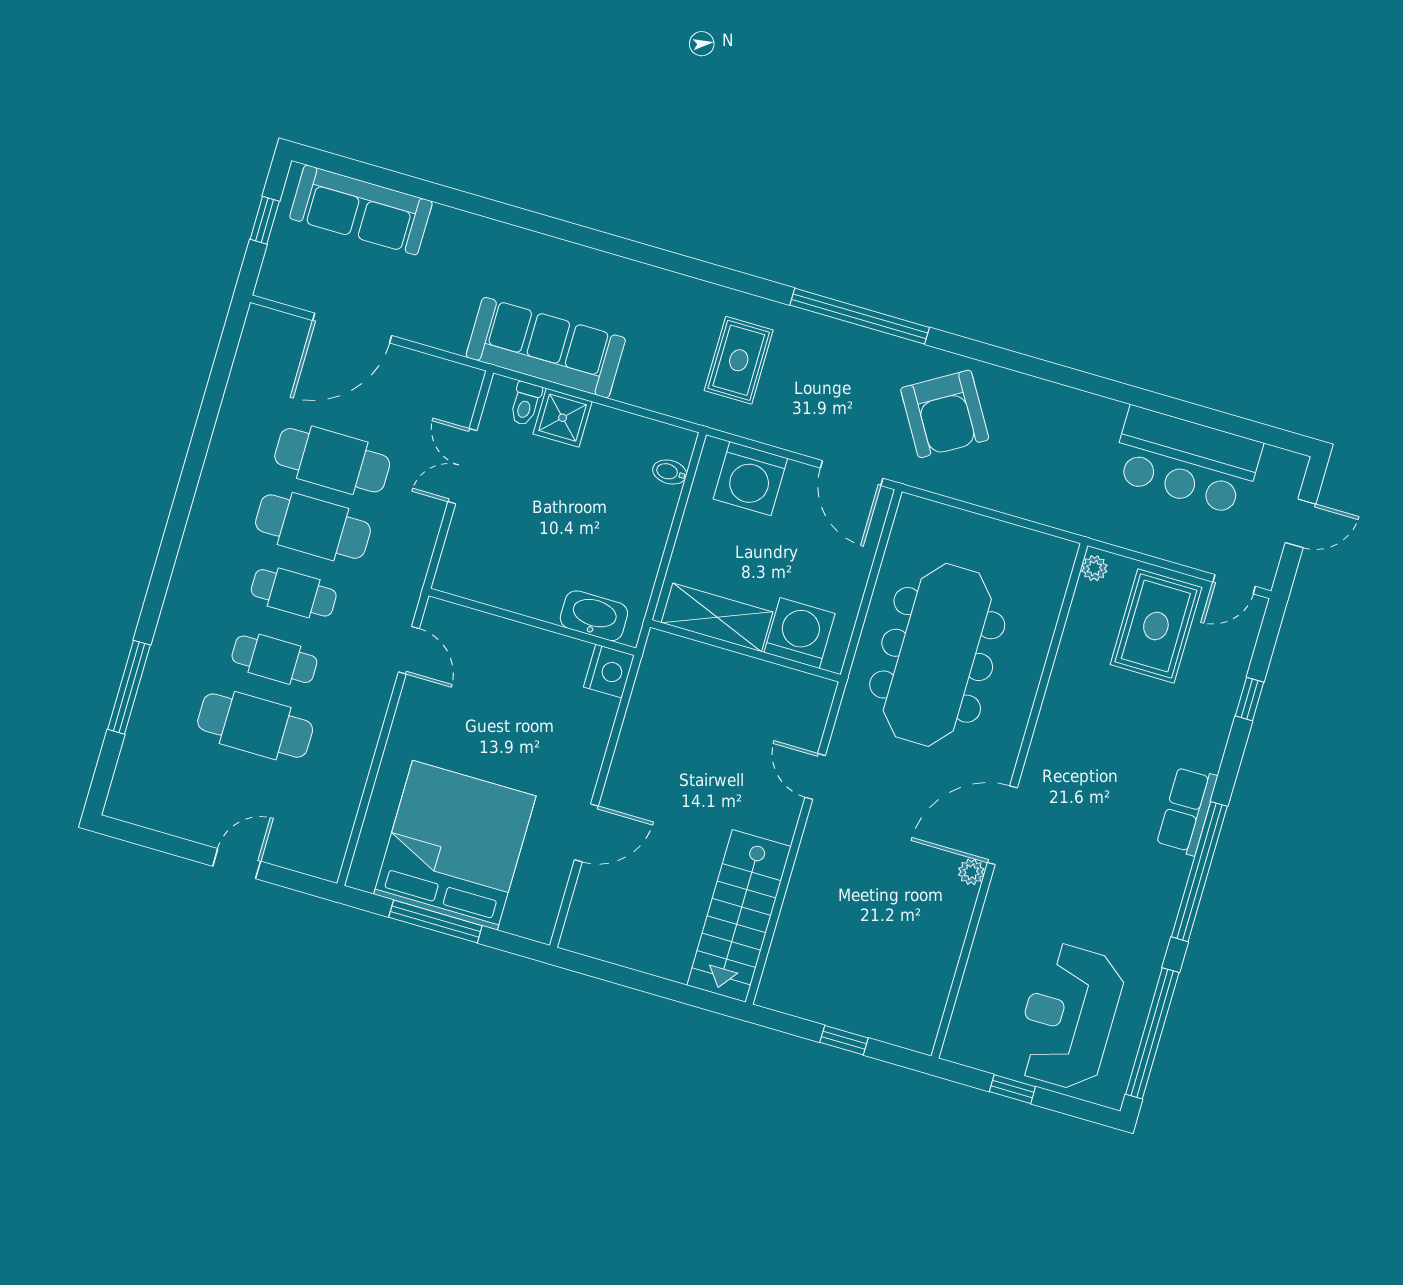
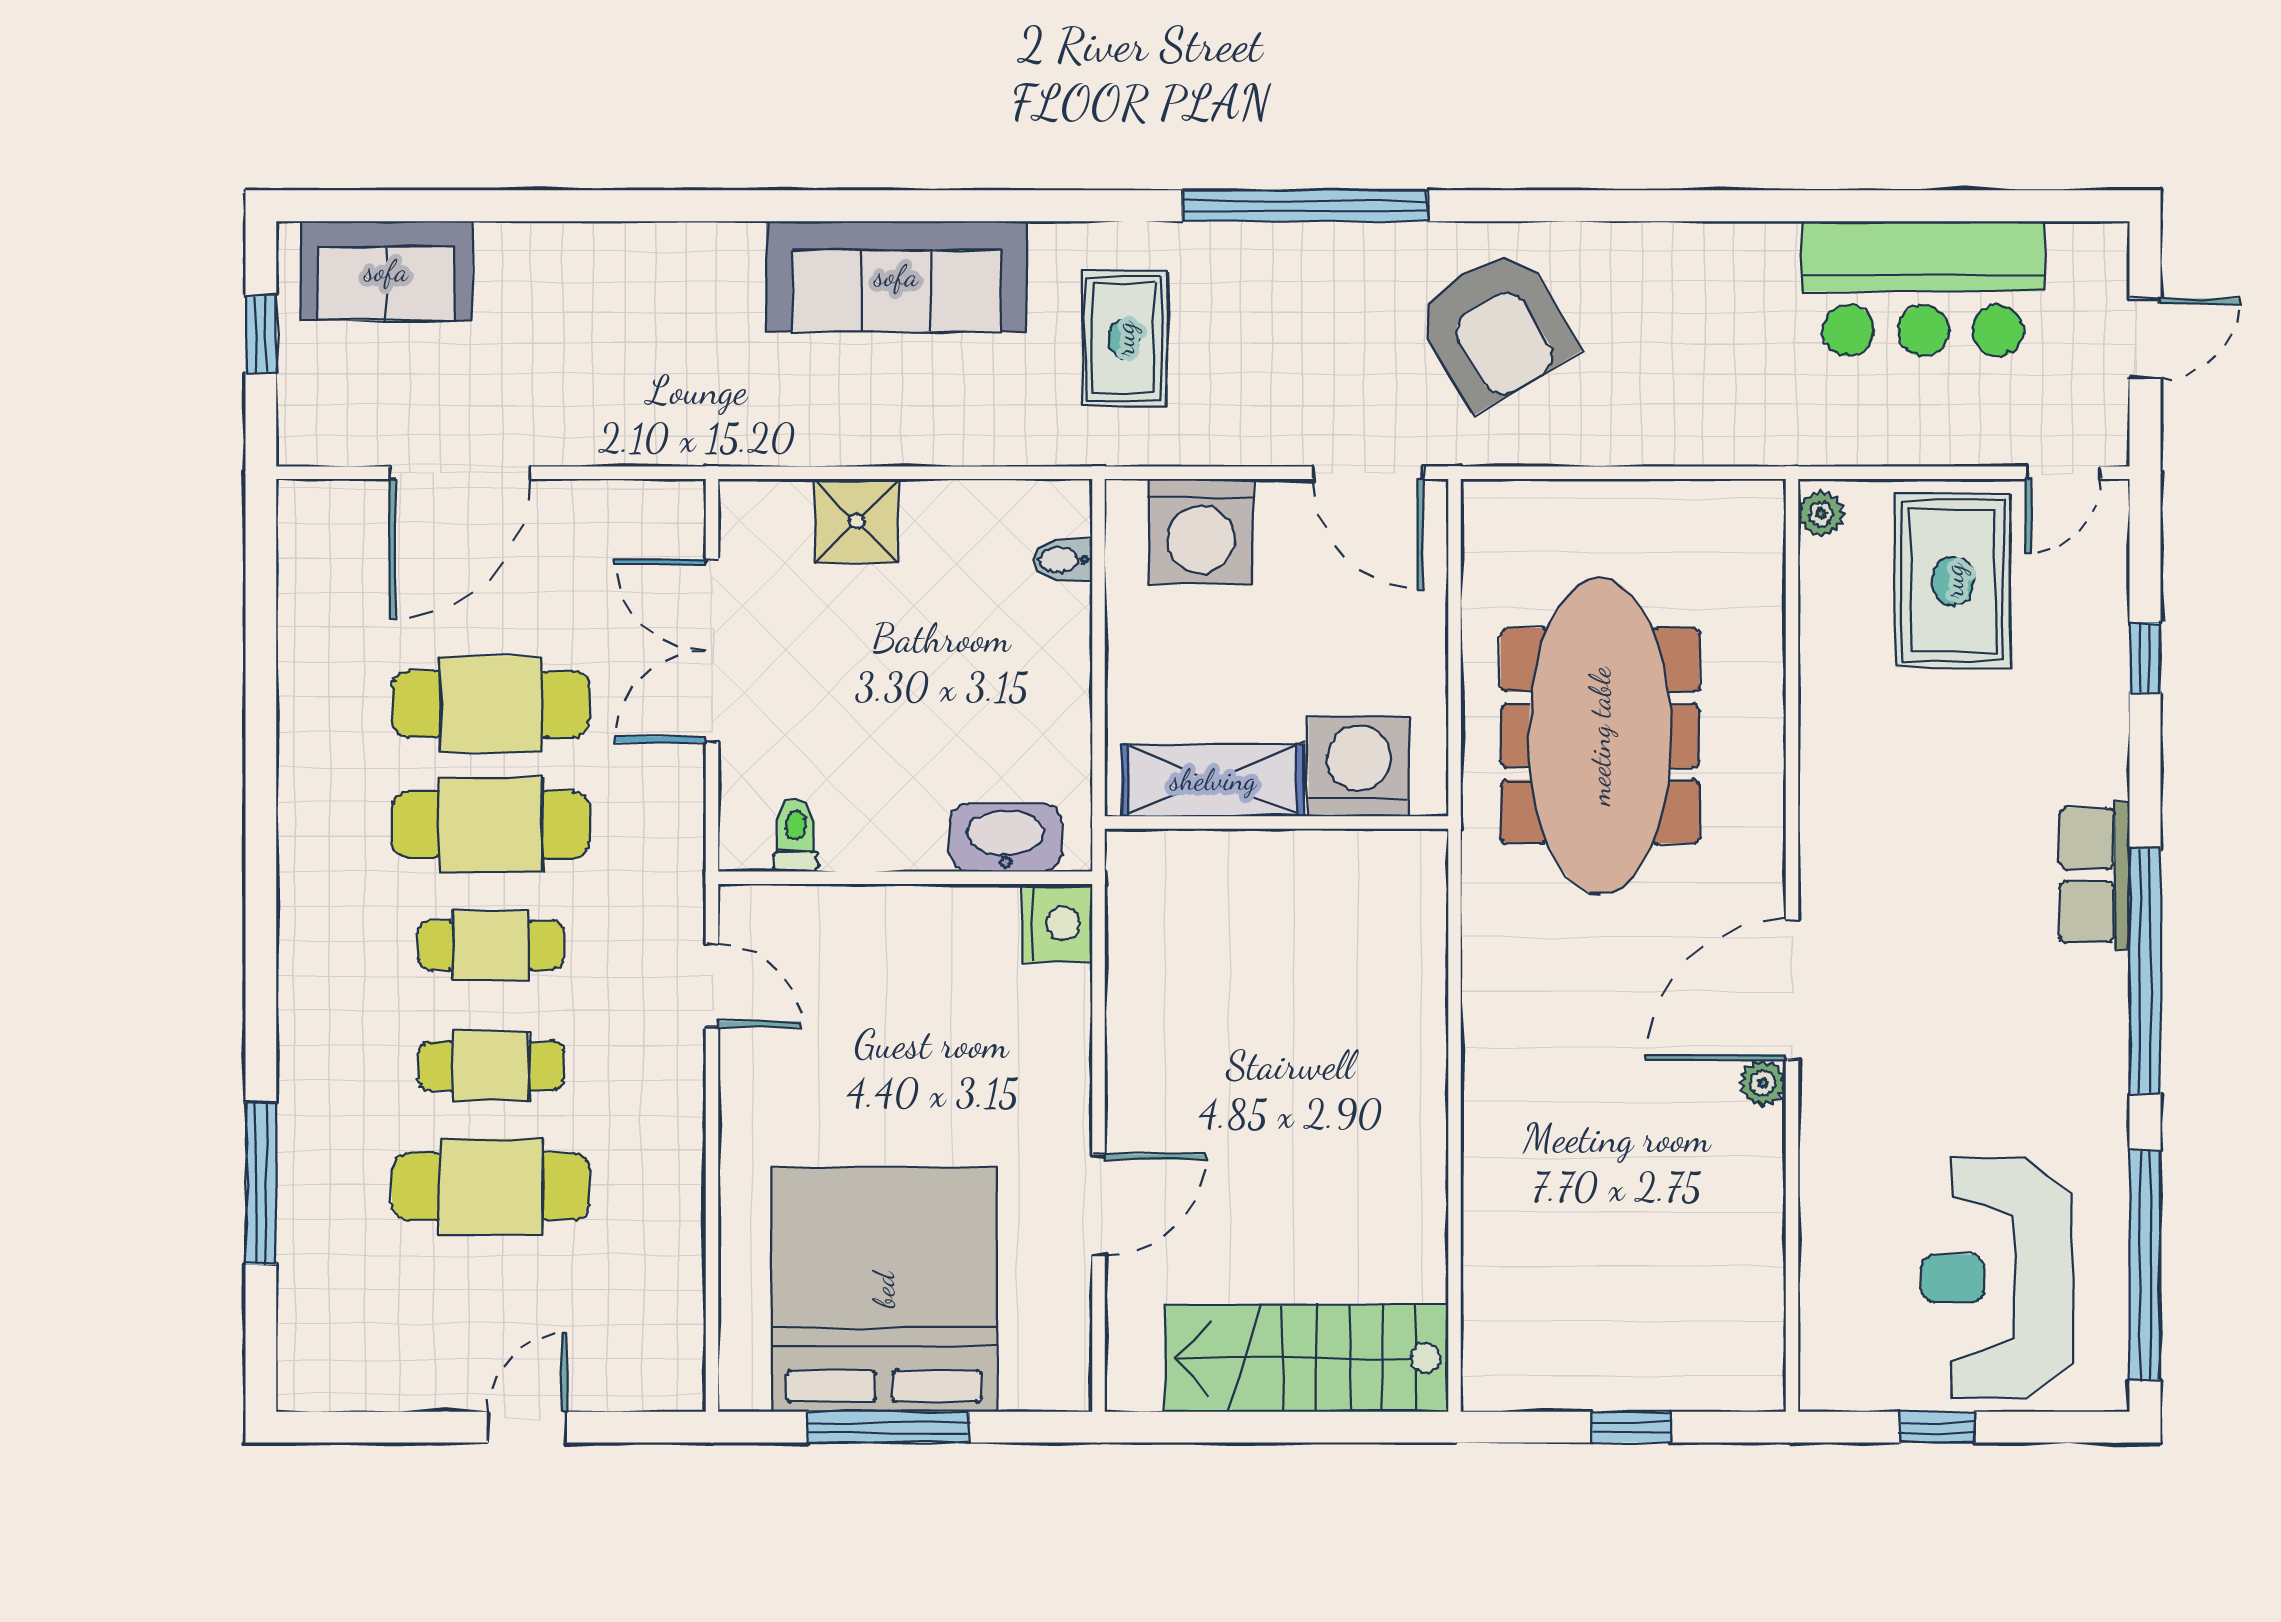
sofa: (361, 210) -> (386, 271), width x0.73
sofa: (546, 348) -> (896, 276), moved, turned 180
toilet: (525, 404) -> (796, 835), moved, turned 180
double door: (462, 466) -> (712, 651), width x1.37
door: (815, 776) -> (1455, 999), removed
stairs: (739, 916) -> (1307, 1358), moved, turned 90

